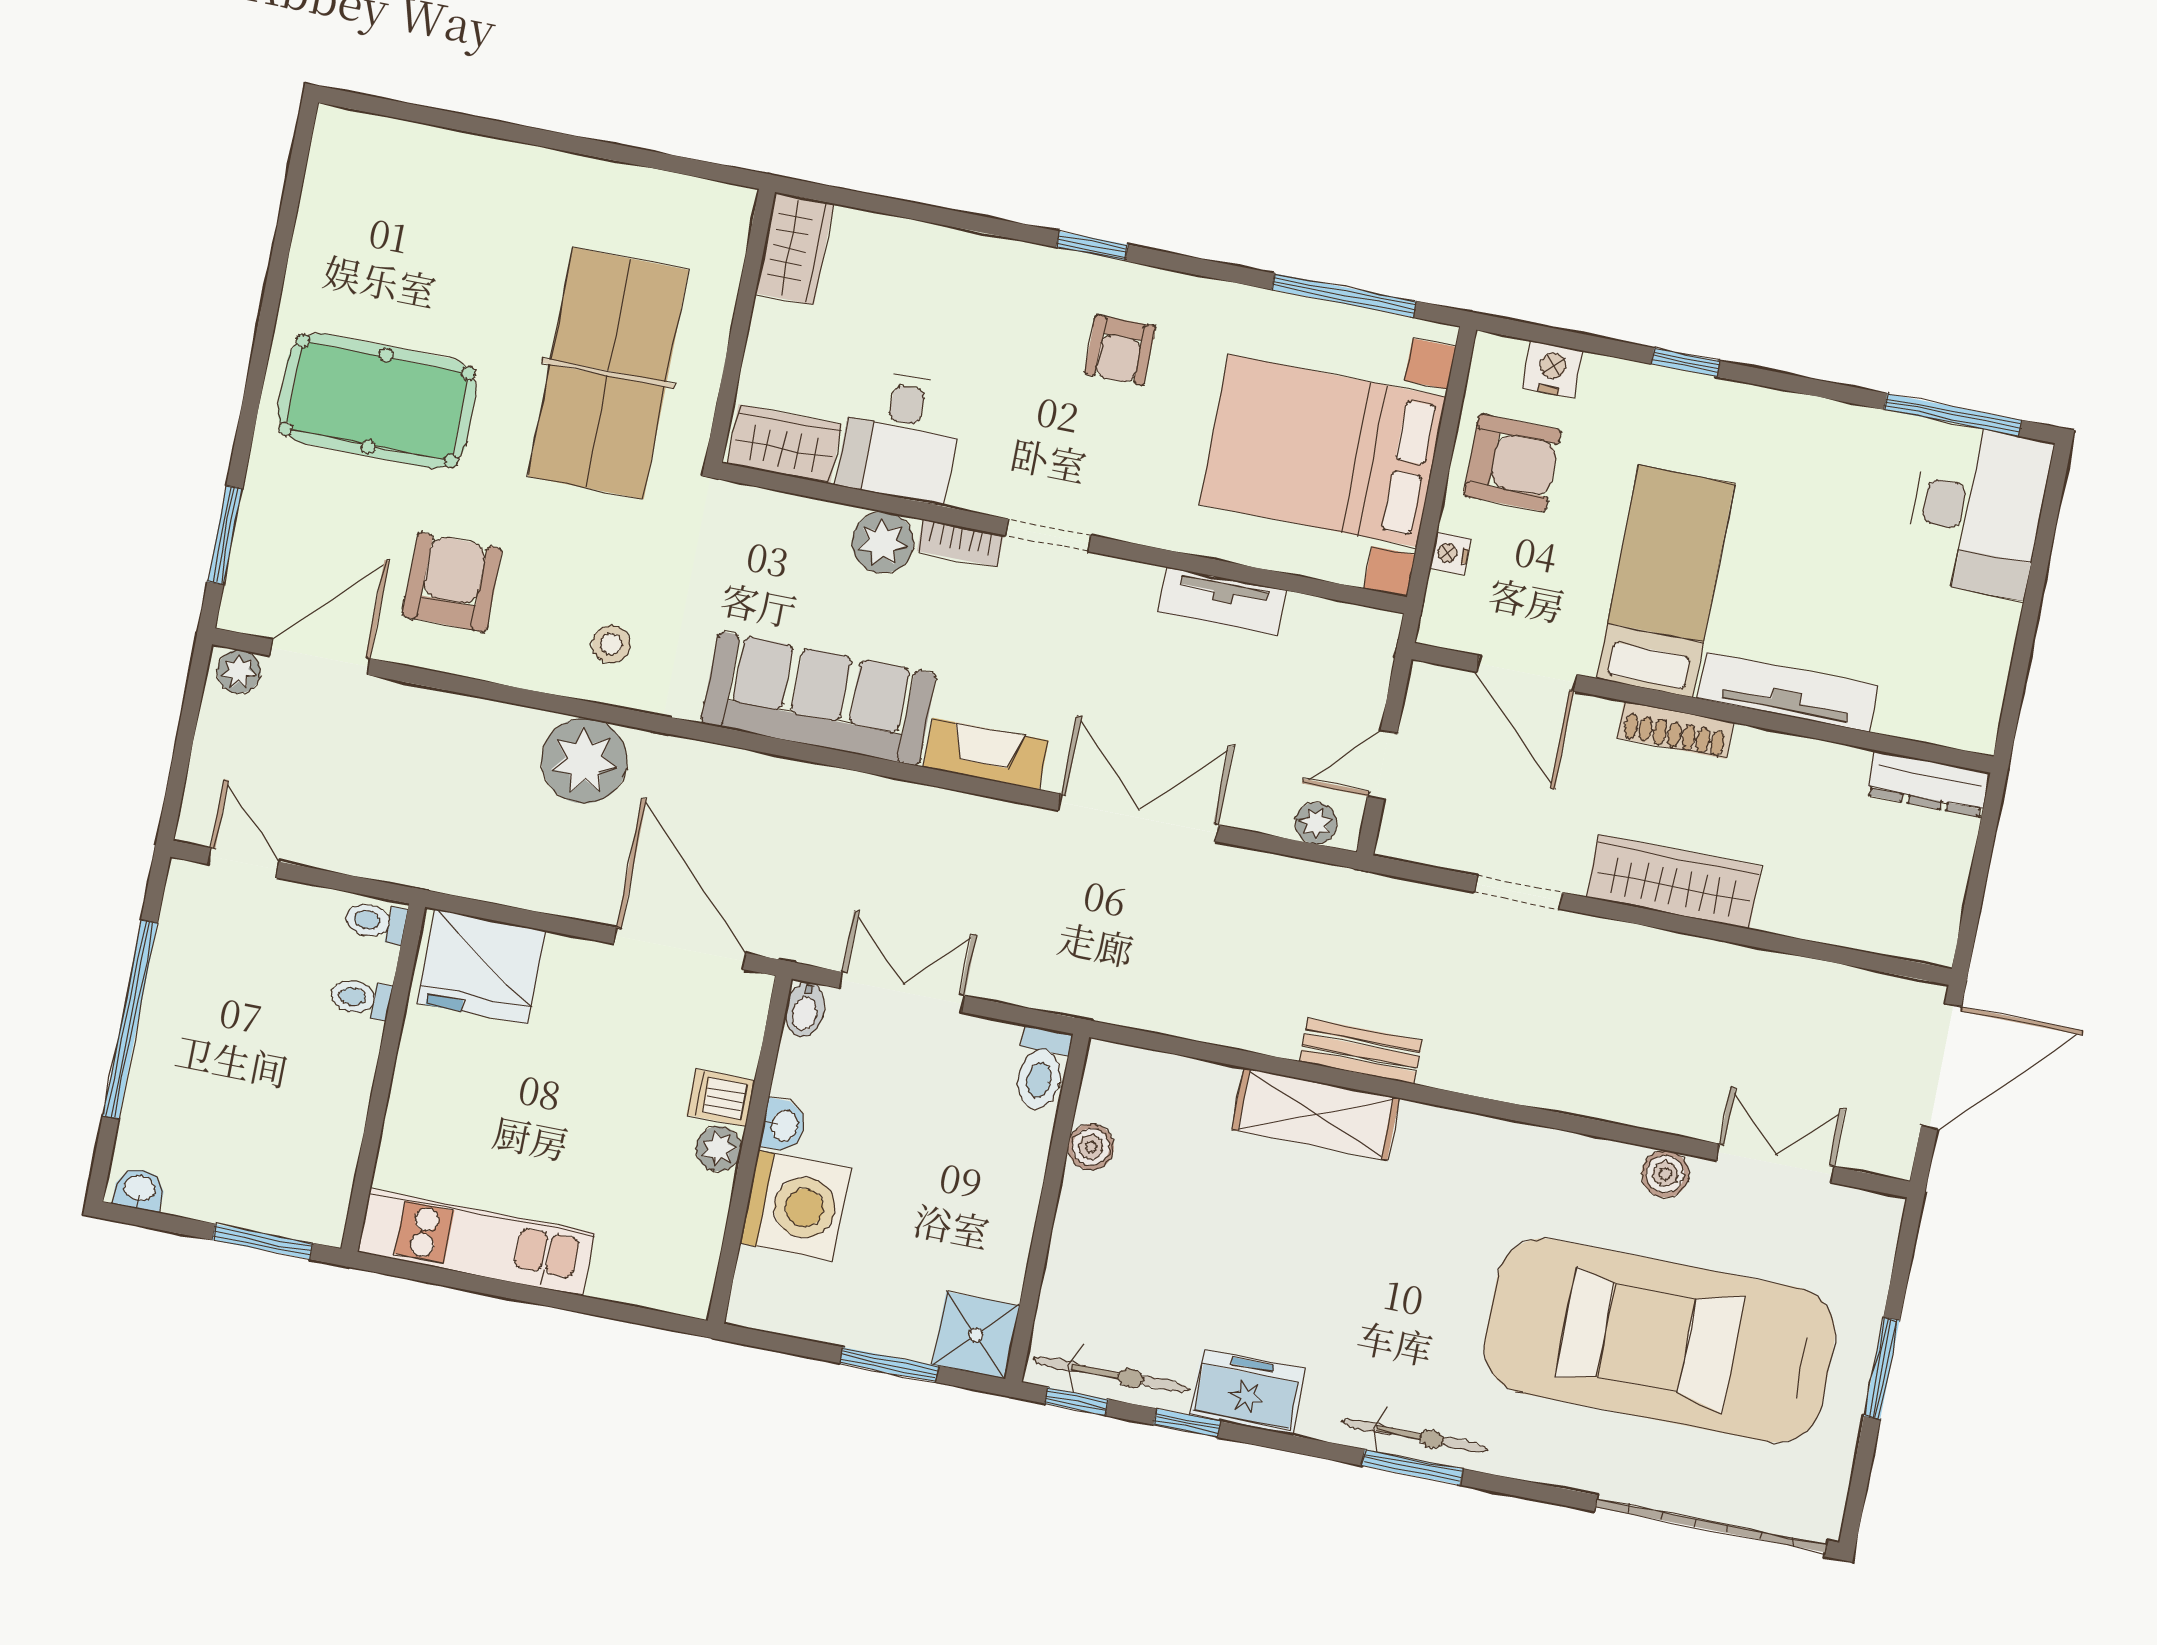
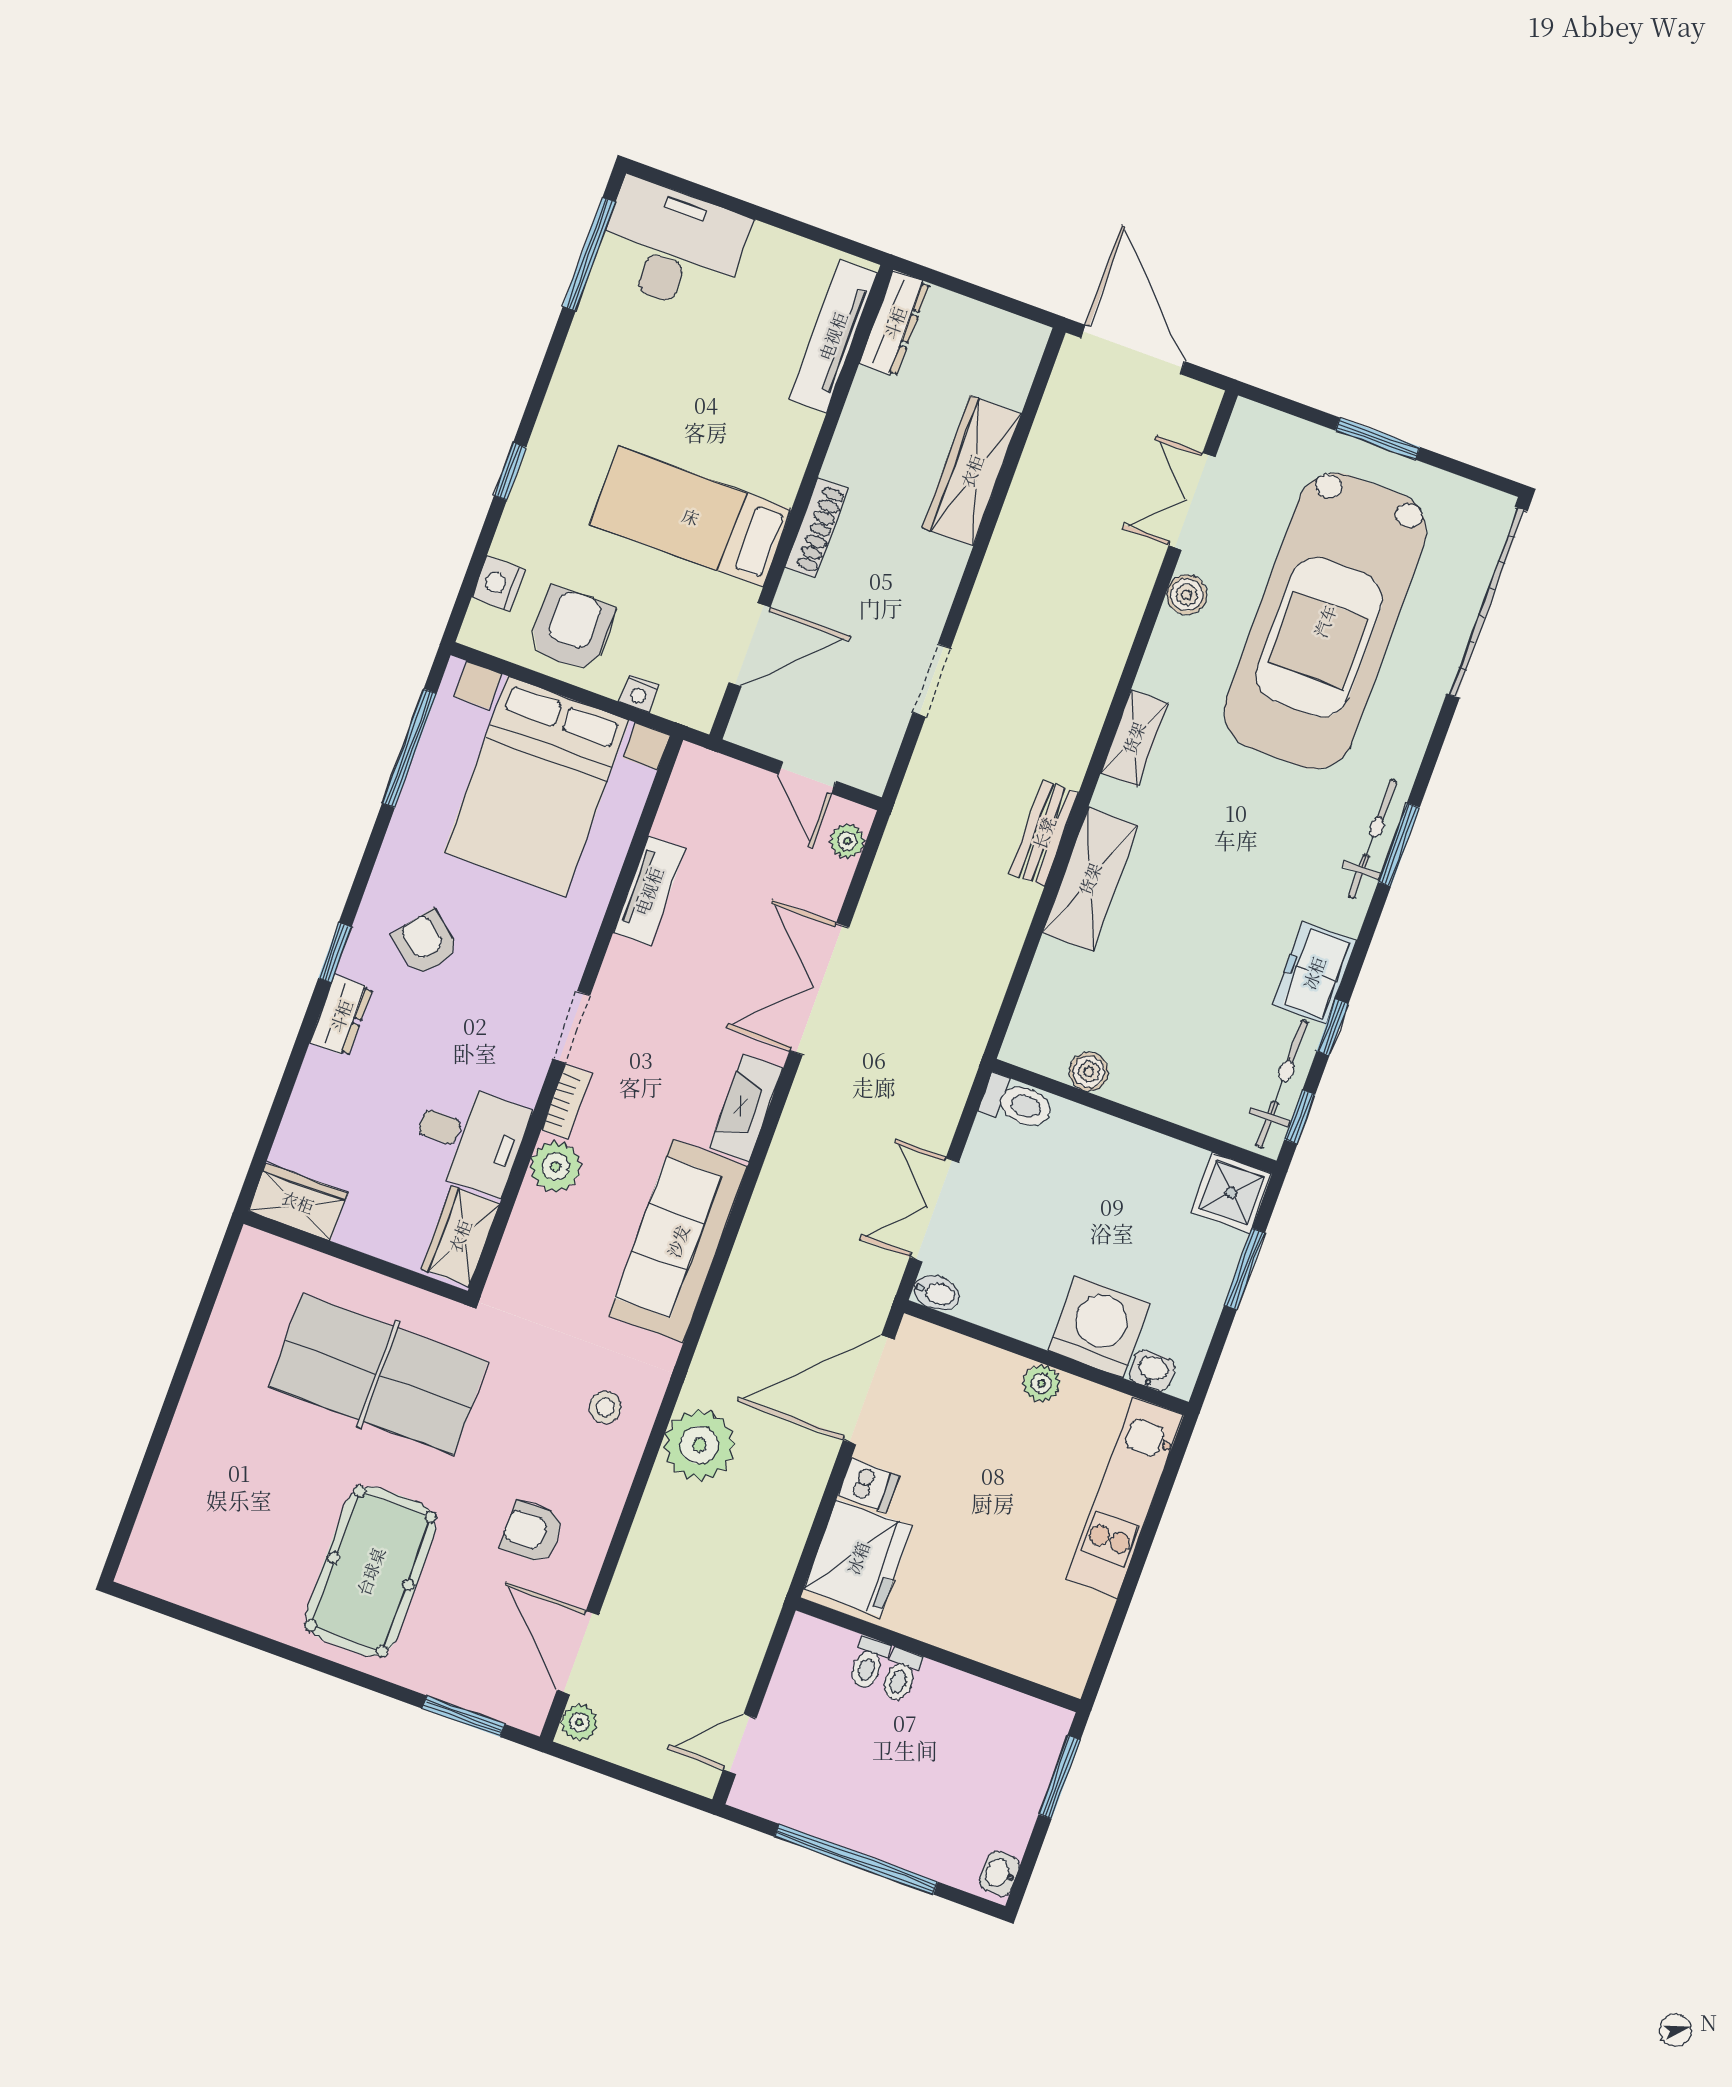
dresser: (1020, 265) -> (341, 1016), added
armchair: (1120, 350) -> (426, 943), turned -142
armchair: (452, 582) -> (532, 1532), width x0.72, depth x0.72
tv unit: (1788, 692) -> (833, 336), moved
wardrobe: (1674, 882) -> (972, 471), moved
toilet: (375, 922) -> (901, 1675), moved
dishwasher: (721, 1098) -> (869, 1486), moved, turned -90
washbasin: (783, 1125) -> (1152, 1371), moved
shelving: (1488, 1139) -> (1134, 738), added
kitchen unit: (476, 1242) -> (1125, 1497), moved

